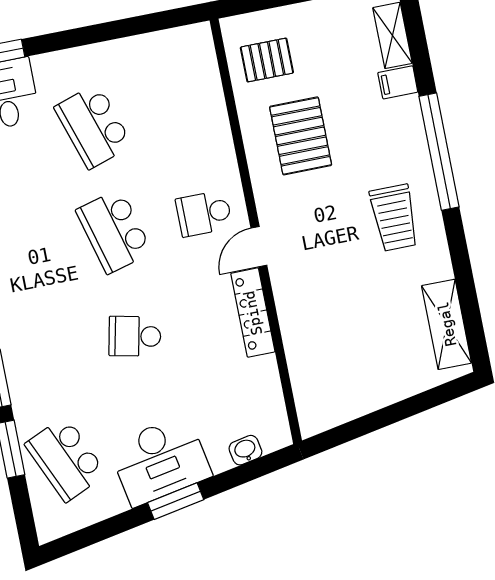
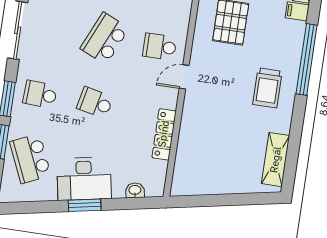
school desk: (114, 231) -> (105, 38), turned 39
locker: (253, 313) -> (164, 134), moved
school desk: (45, 354) -> (40, 94), added

